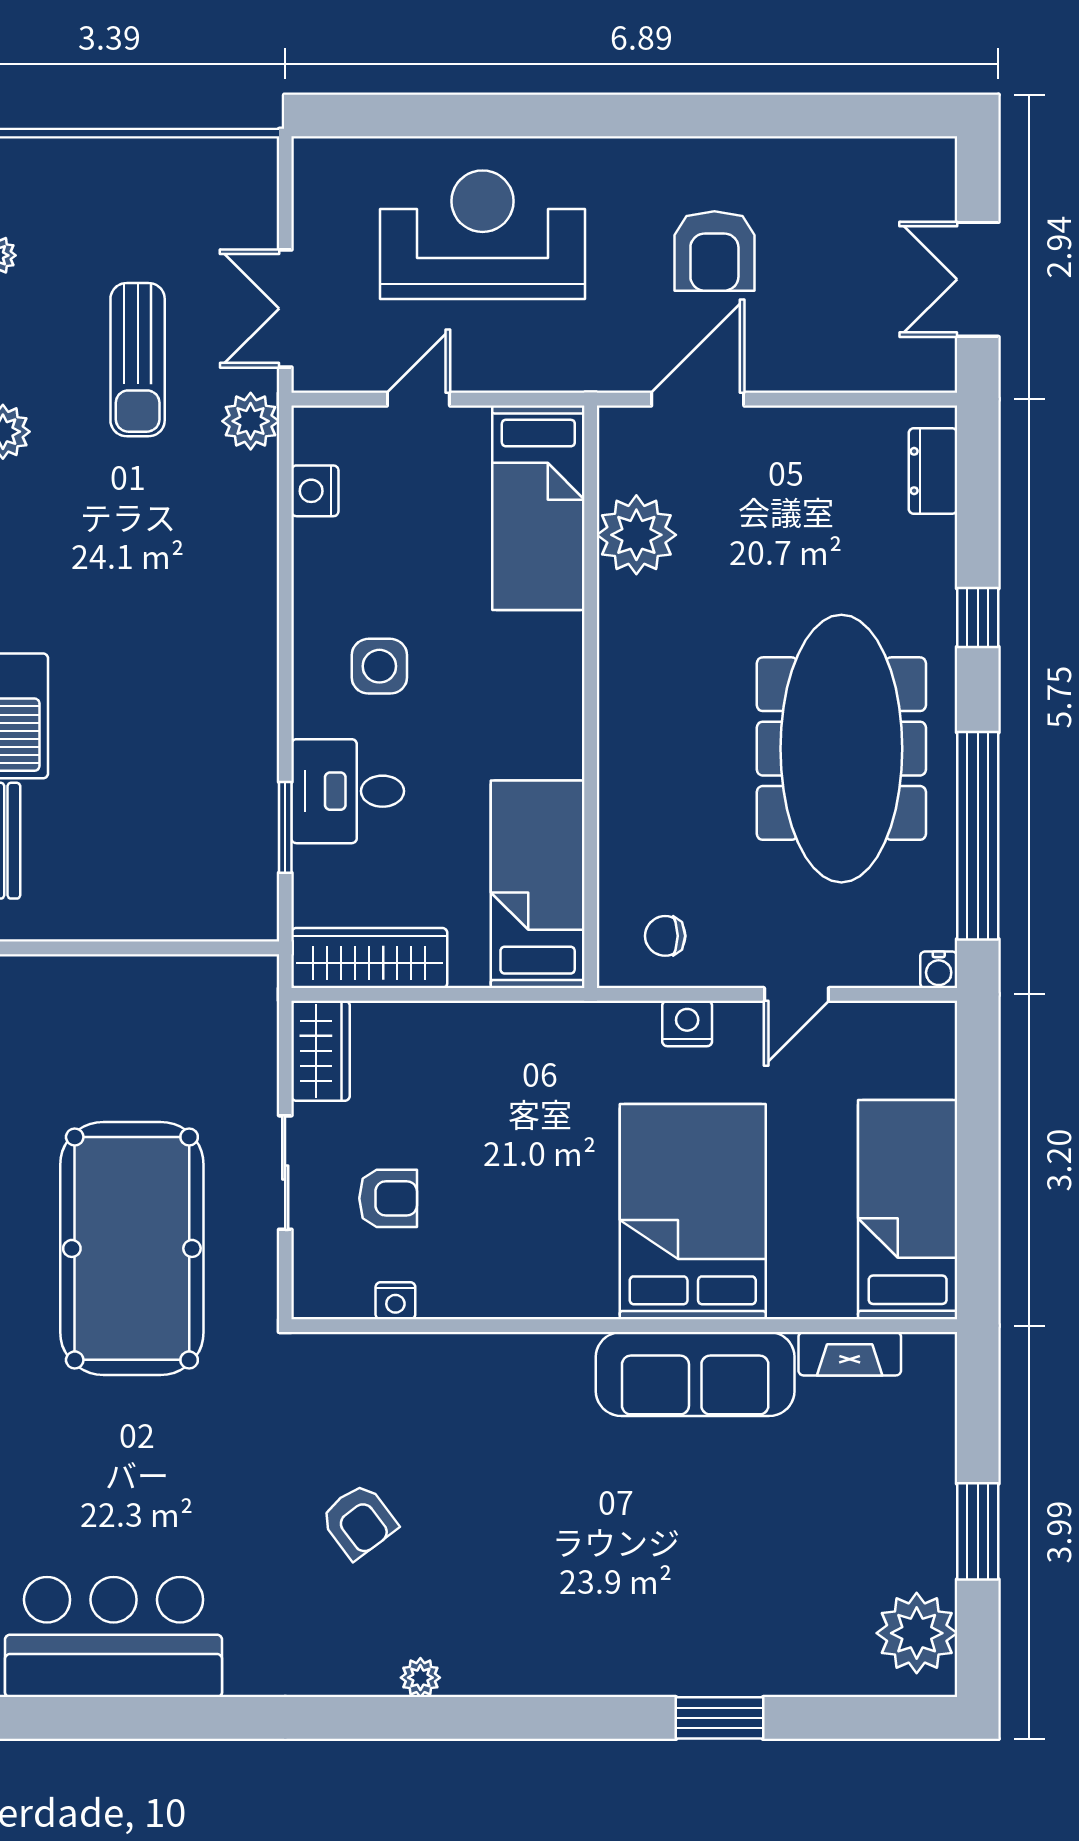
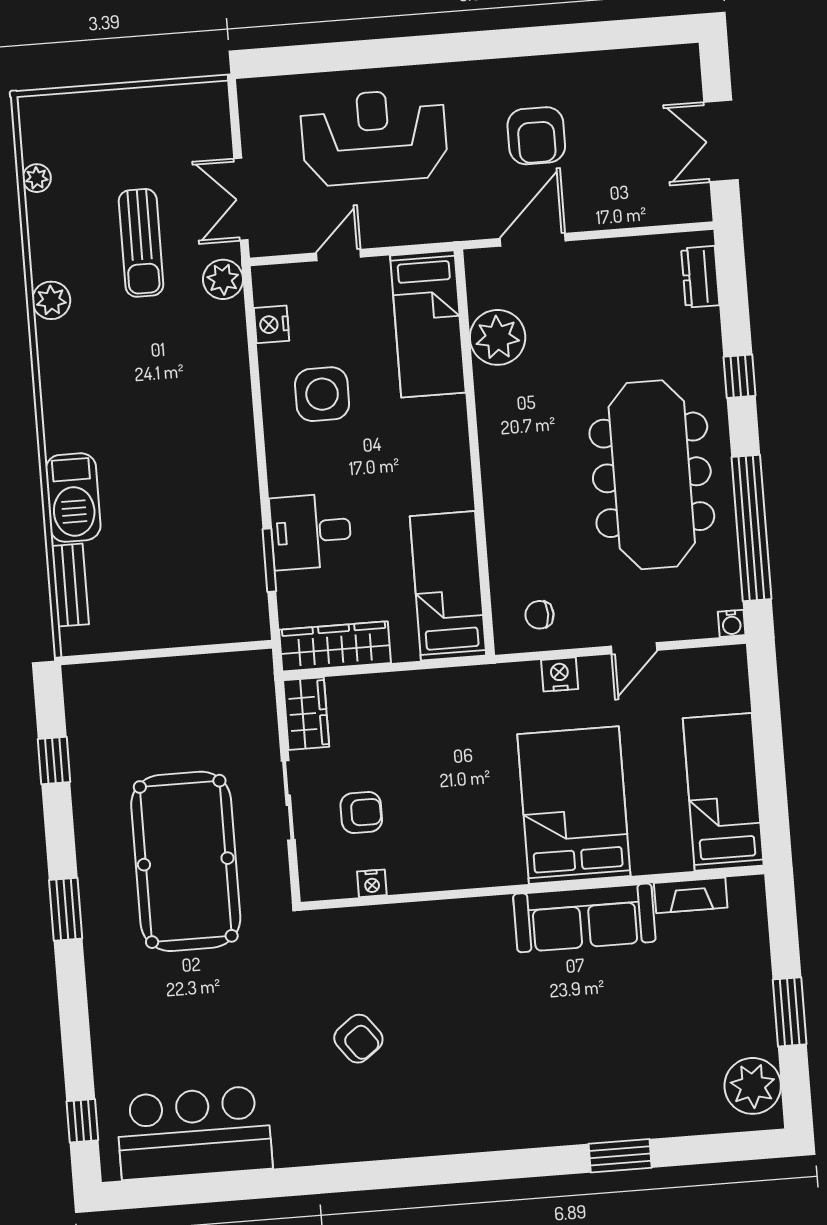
side table: (379, 666) -> (322, 394), moved, width x1.37, depth x1.37
plant: (420, 1678) -> (410, 1144), removed

